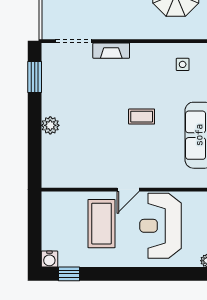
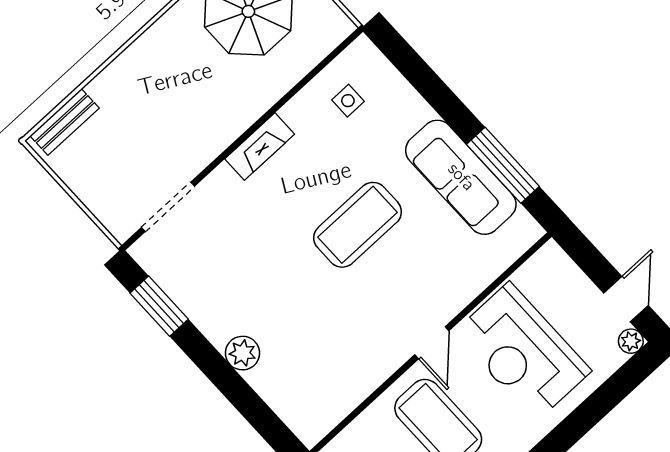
fireplace: (111, 51) -> (260, 147), moved
coffee table: (142, 117) -> (358, 225), width x1.86, depth x1.72

